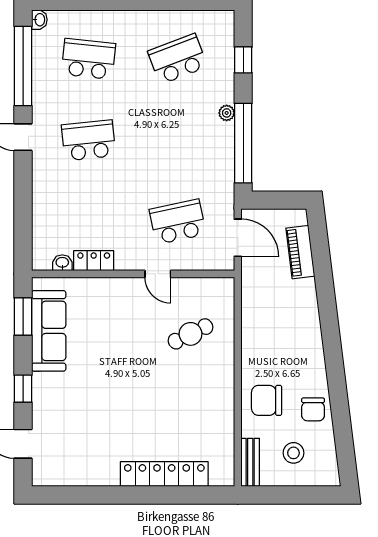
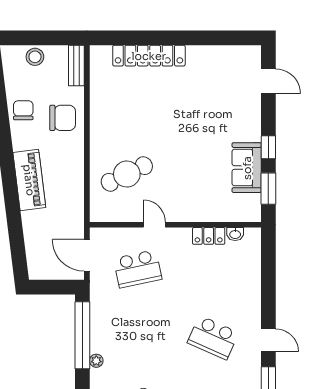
school desk: (89, 140) -> (213, 338), turned 30
piano: (300, 252) -> (29, 180), moved, width x1.37, depth x1.33
sofa: (49, 331) -> (247, 168), width x0.73
cafe table: (190, 334) -> (127, 174), width x1.37, depth x1.35
window: (23, 389) -> (268, 147), moved
stool: (293, 453) -> (35, 57), moved

